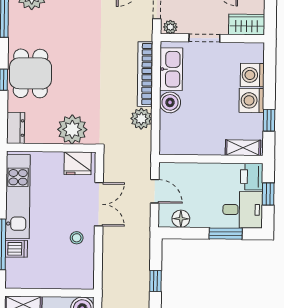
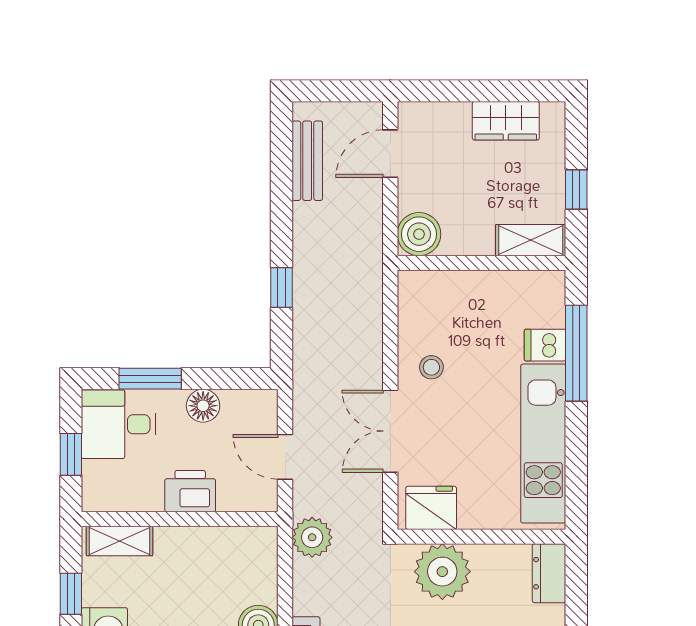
plant: (141, 119) -> (312, 537), moved
printer: (252, 177) -> (190, 491), moved, turned -90
floor lamp: (181, 219) -> (203, 406), moved

